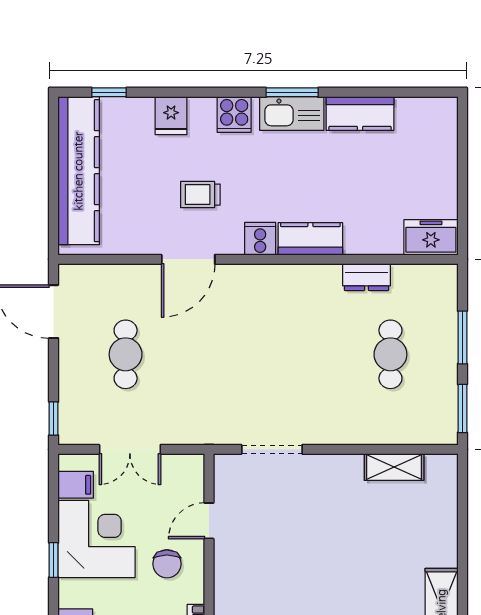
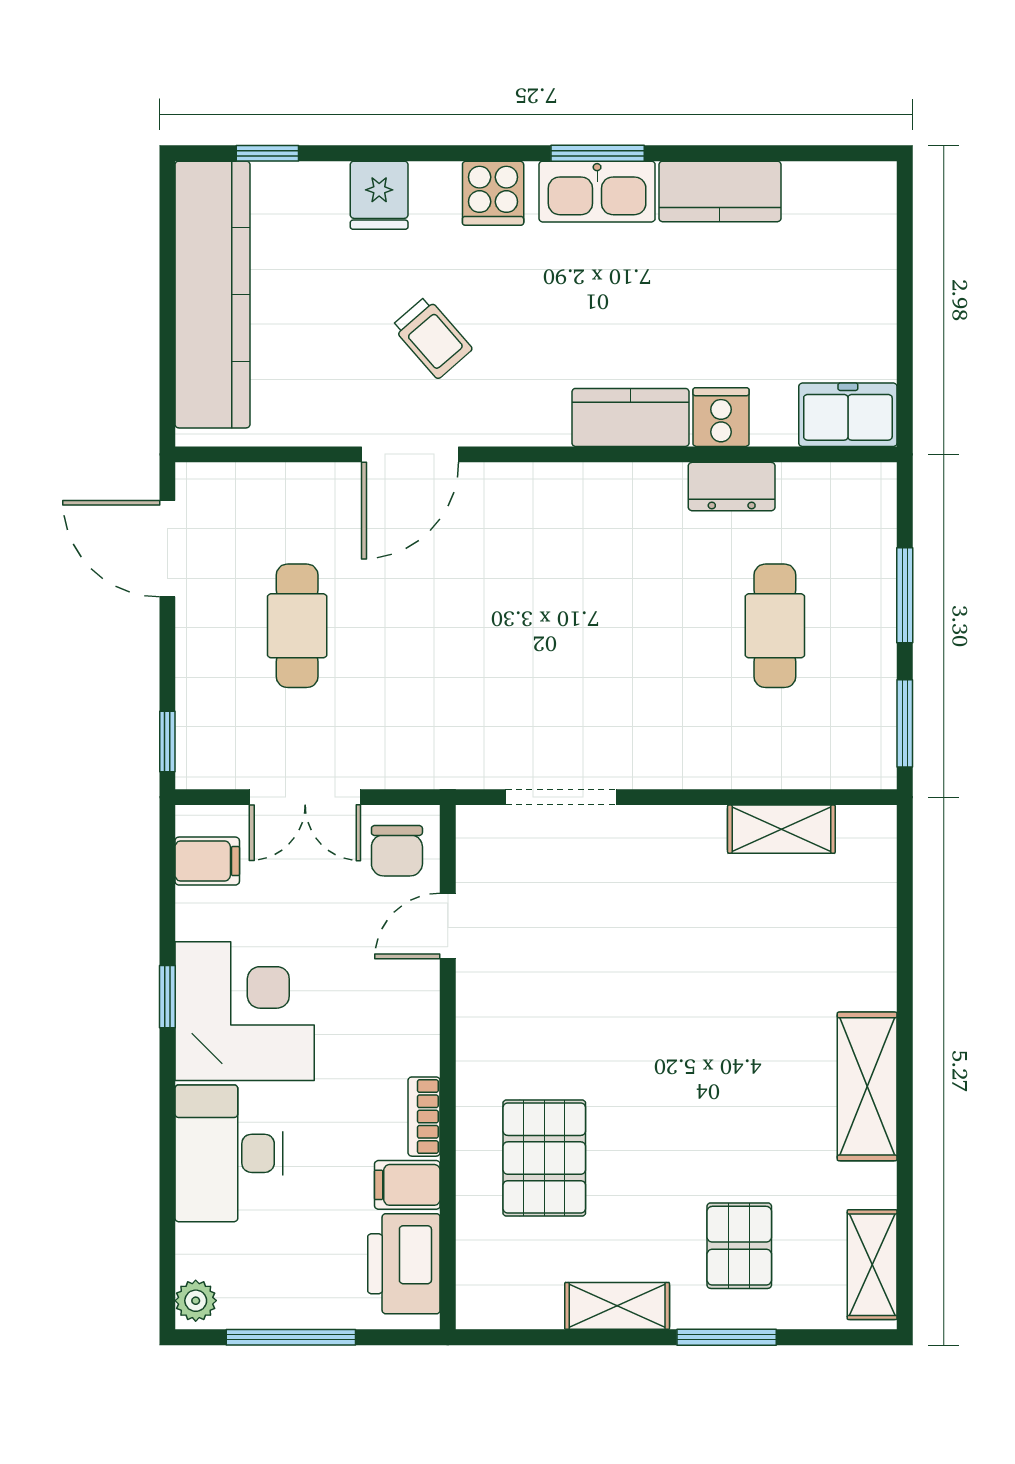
trolley: (200, 195) -> (432, 338), turned -131
cooker: (260, 239) -> (721, 417), moved
corner desk: (96, 539) -> (245, 1011), moved
chair: (167, 564) -> (397, 851), moved

